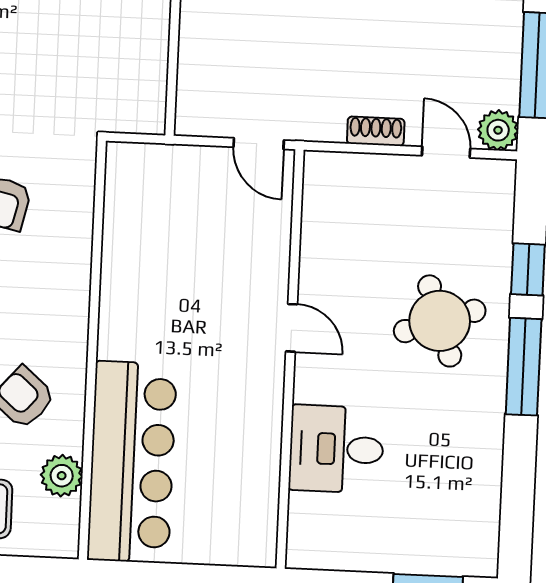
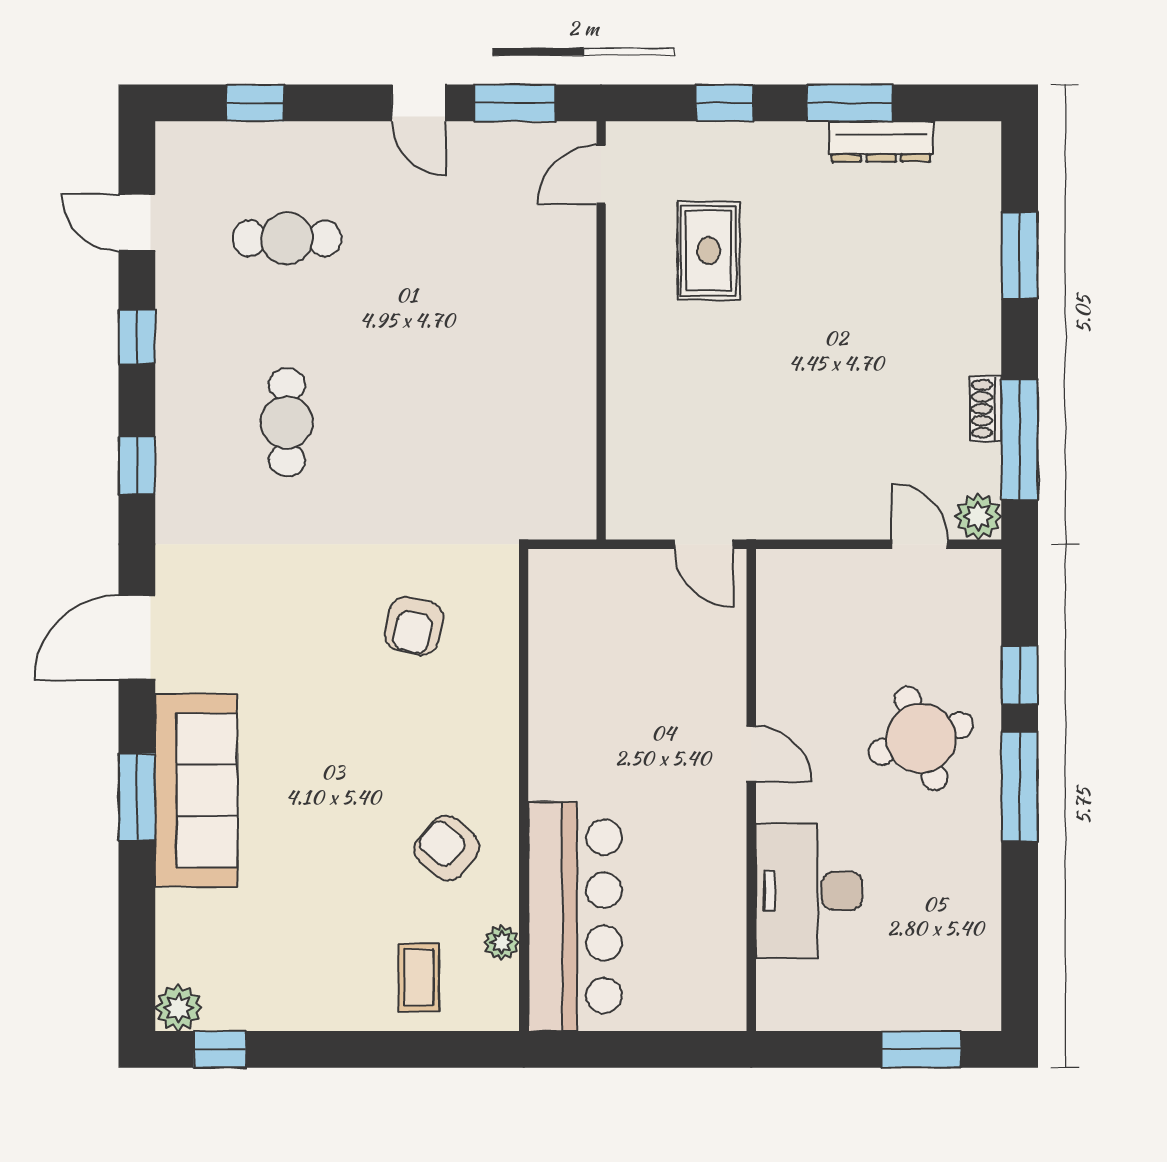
shoe rack: (376, 131) -> (986, 409), moved, turned -90
desk: (336, 449) -> (809, 891), width x1.37
plant: (62, 476) -> (502, 942), width x0.73, depth x0.73

